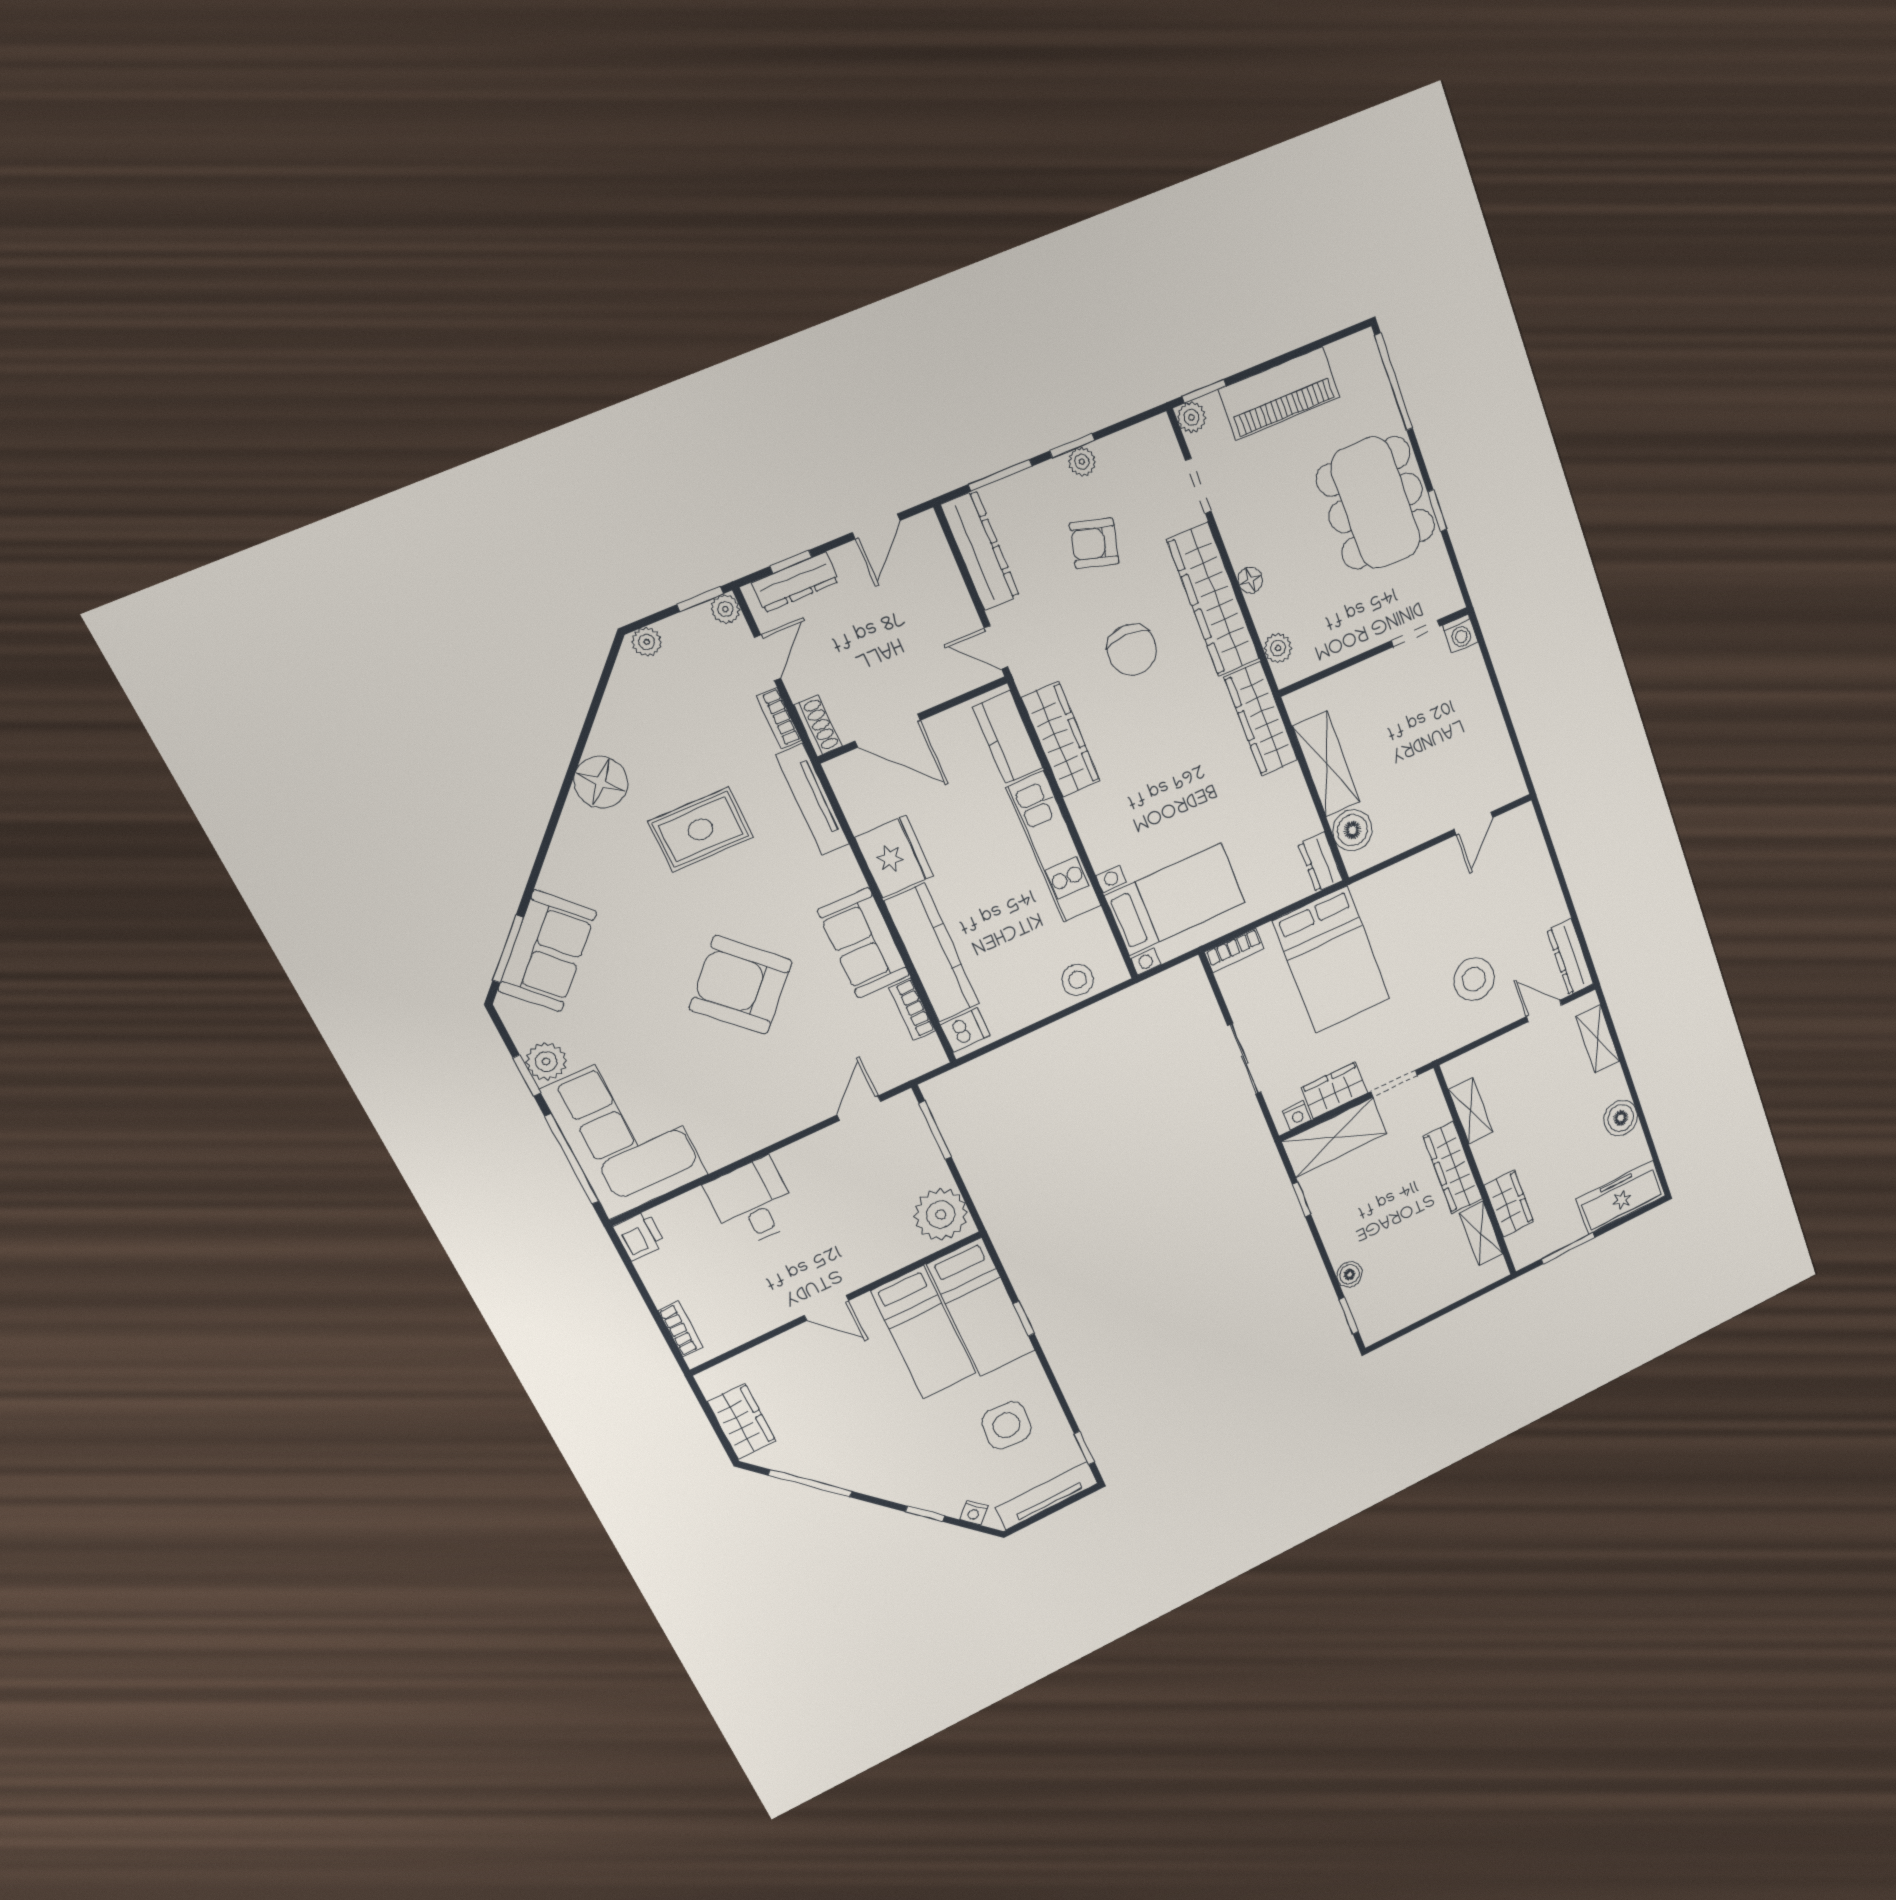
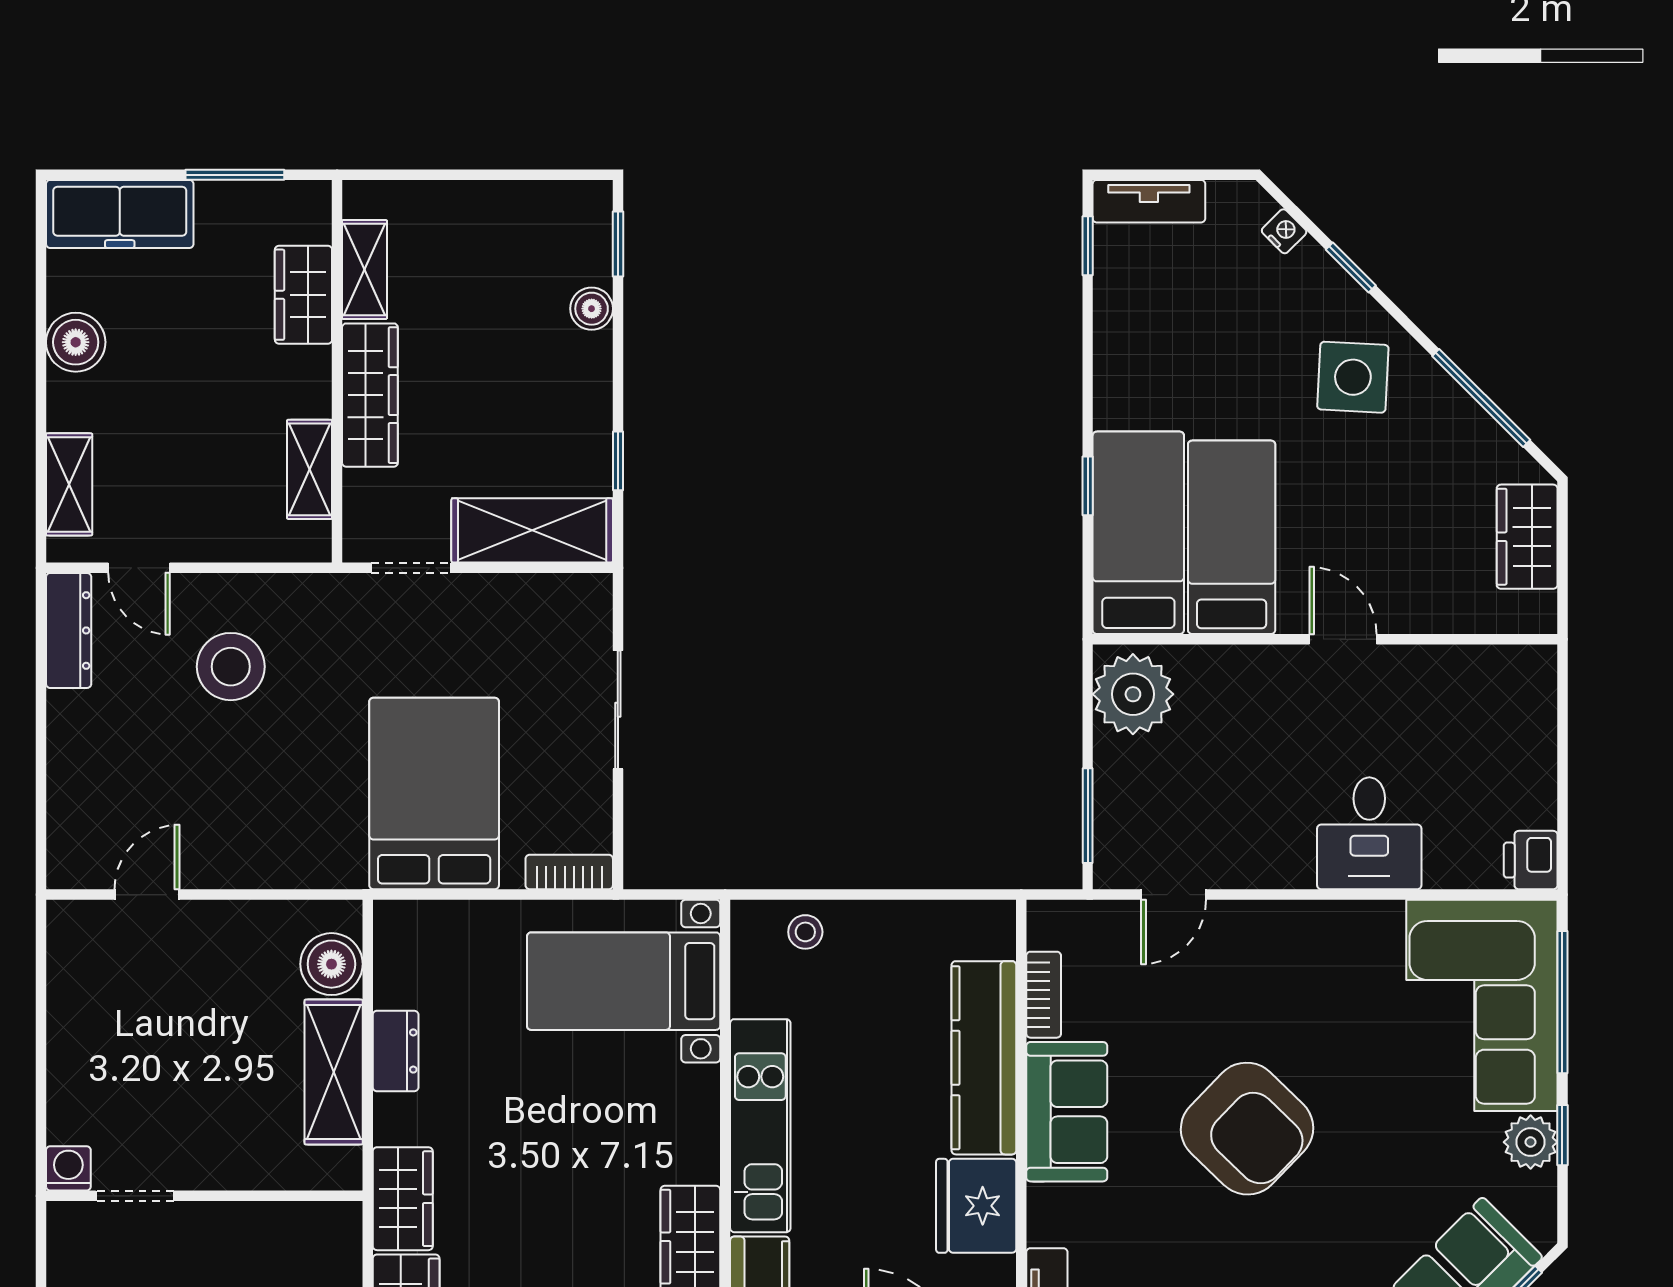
plant: (1278, 648) -> (341, 1257), removed
wardrobe: (1261, 719) -> (403, 1199), width x0.67
dresser: (1320, 862) -> (396, 1051), moved
stool: (1078, 980) -> (805, 932), width x0.73, depth x0.73
dishwasher: (965, 1030) -> (986, 934), removed
wardrobe: (1335, 1090) -> (504, 601), removed
nightstand: (1297, 1116) -> (575, 590), removed
bookcase: (681, 1329) -> (1541, 707), removed
side table: (1007, 1425) -> (1353, 377), moved
tv unit: (1047, 1496) -> (1149, 201), width x0.71

